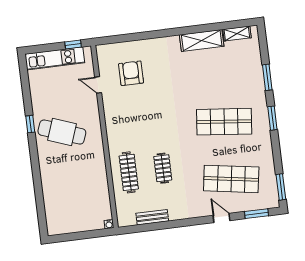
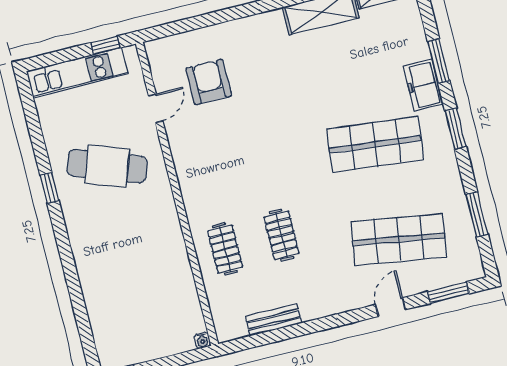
door: (98, 85) -> (156, 108), swing flipped
freezer: (256, 90) -> (423, 85), added
cafe table: (62, 132) -> (107, 166), moved
clothes rail: (129, 172) -> (225, 249), width x0.73
window: (281, 187) -> (477, 214), moved
door: (222, 218) -> (390, 307), hinge flipped

